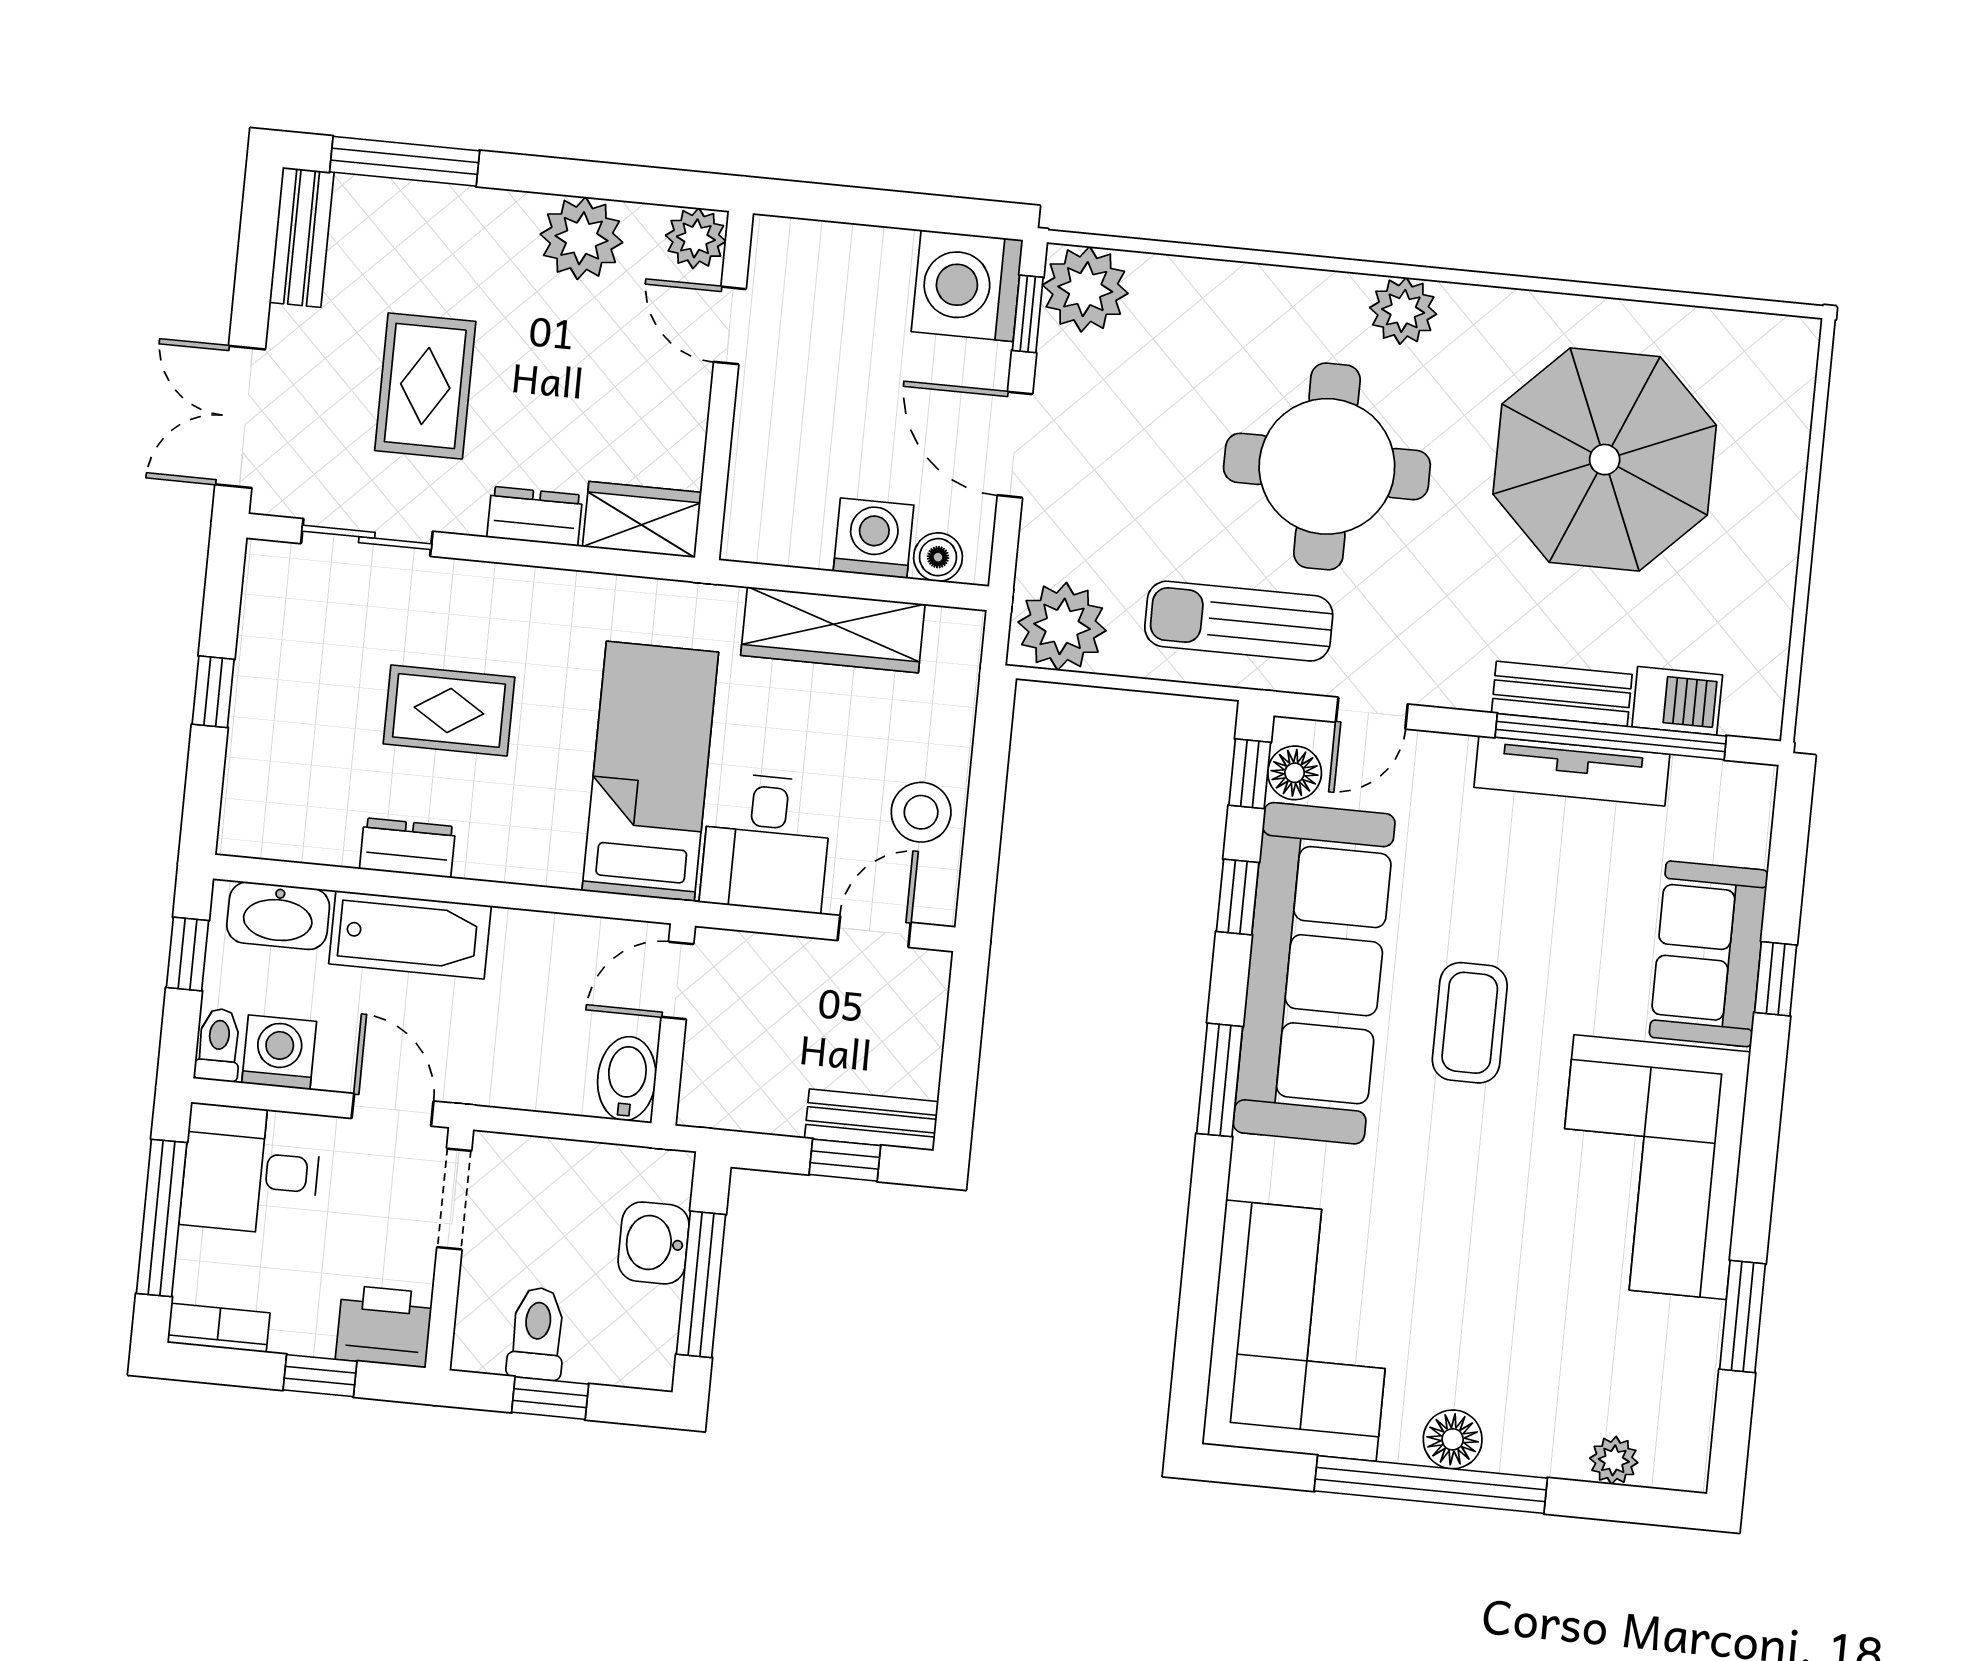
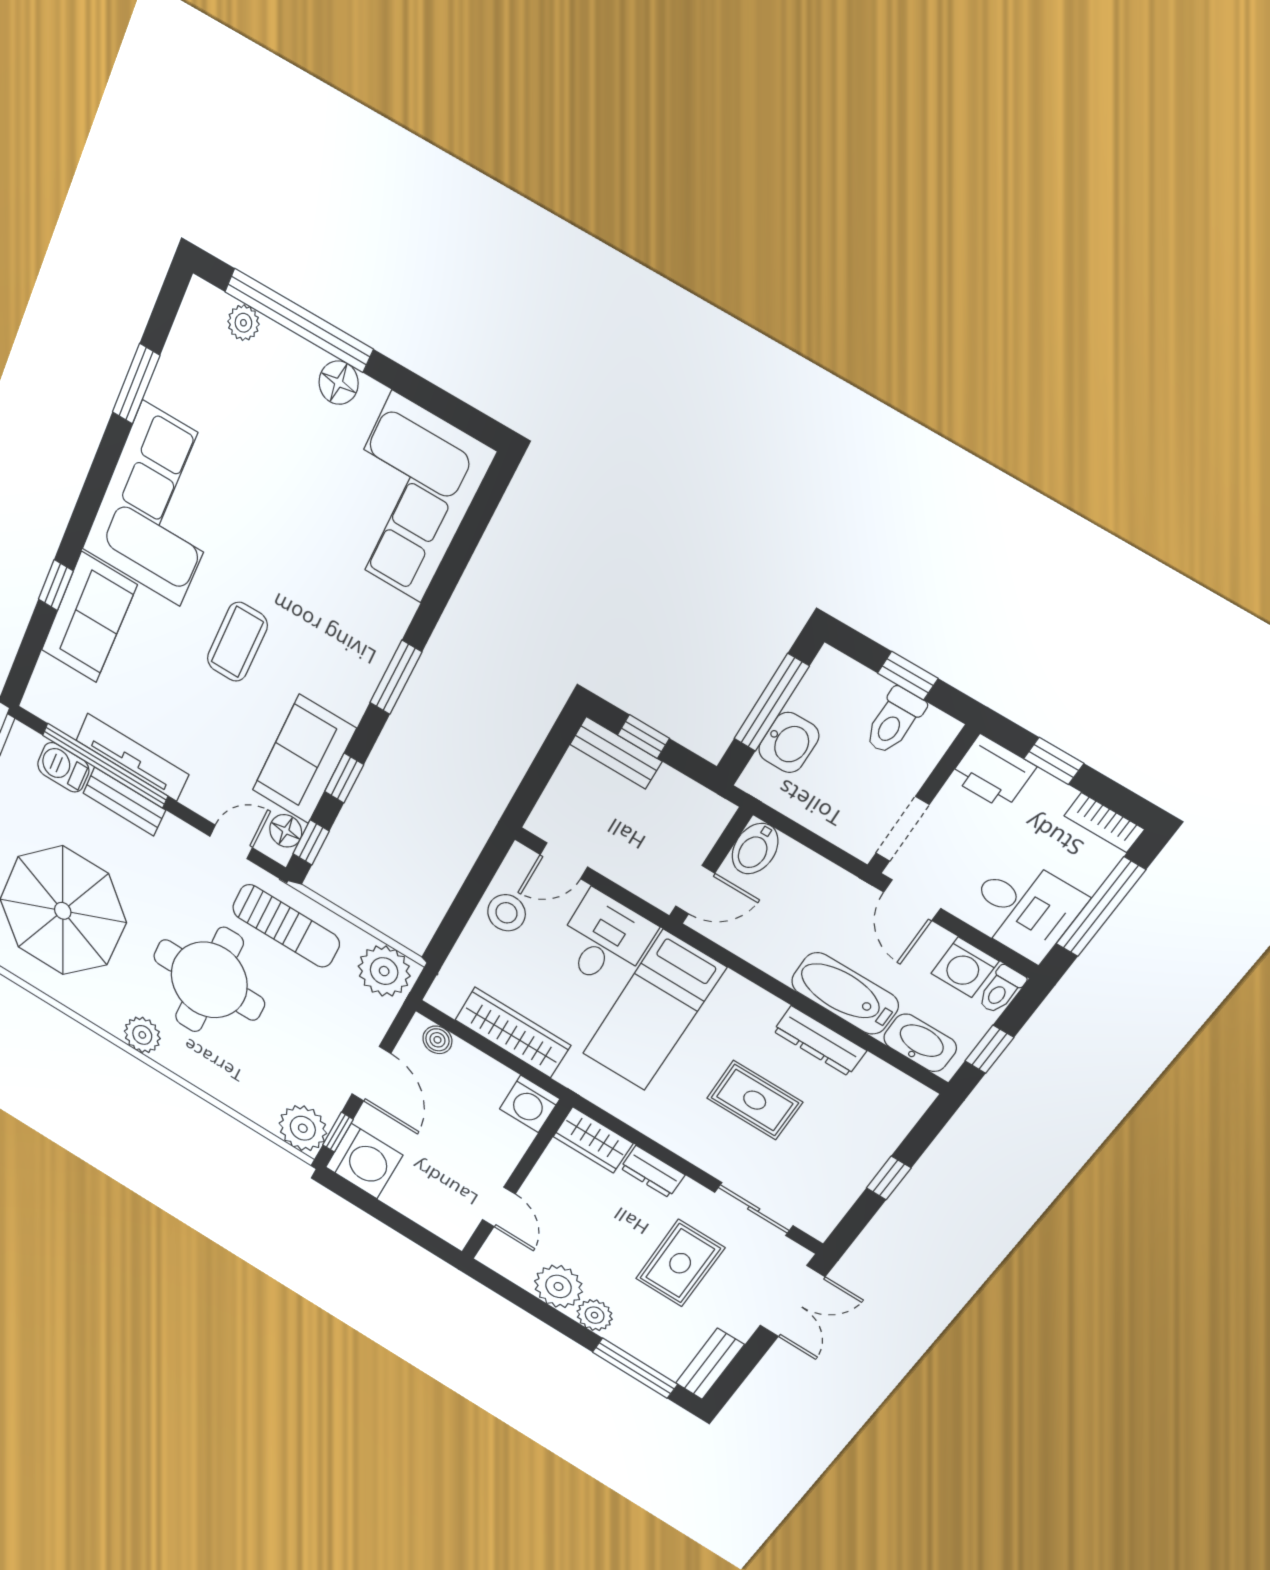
plant: (696, 238) -> (595, 1315), moved
washing machine: (874, 538) -> (530, 1104), moved
dresser: (407, 848) -> (820, 1041), width x1.44
sofa: (1314, 973) -> (304, 759), width x0.54, depth x0.79
window: (1431, 1485) -> (299, 320), moved

